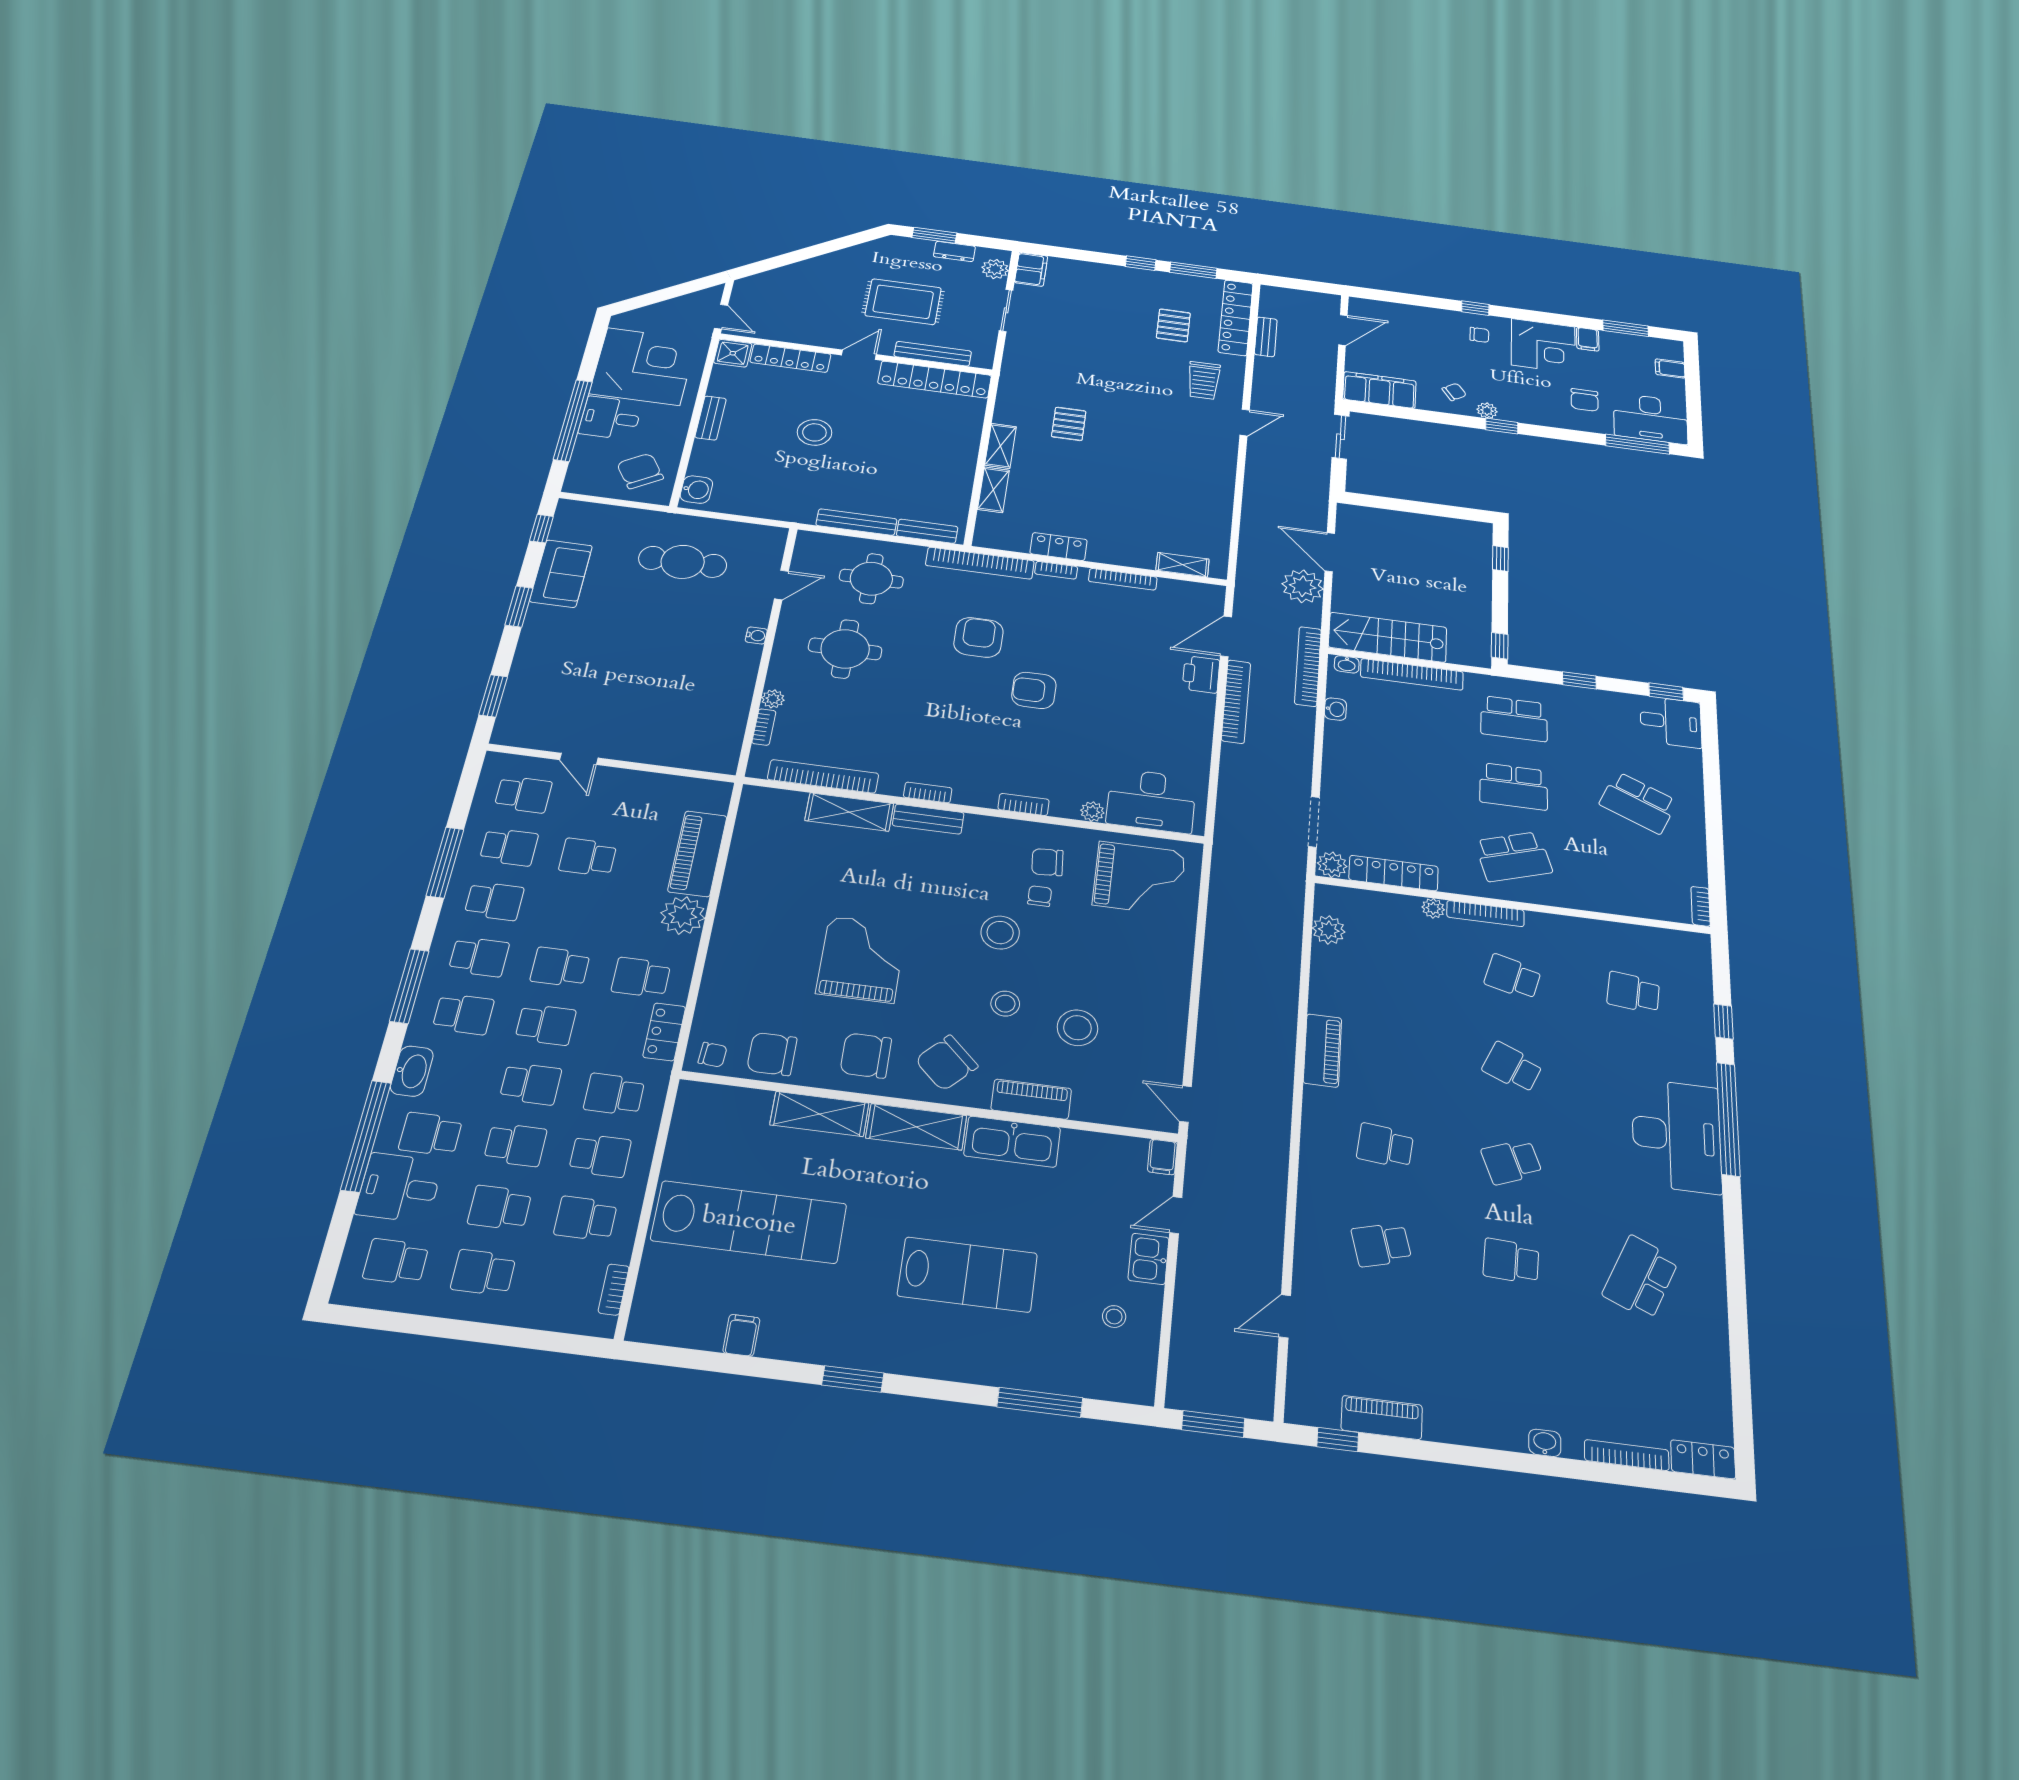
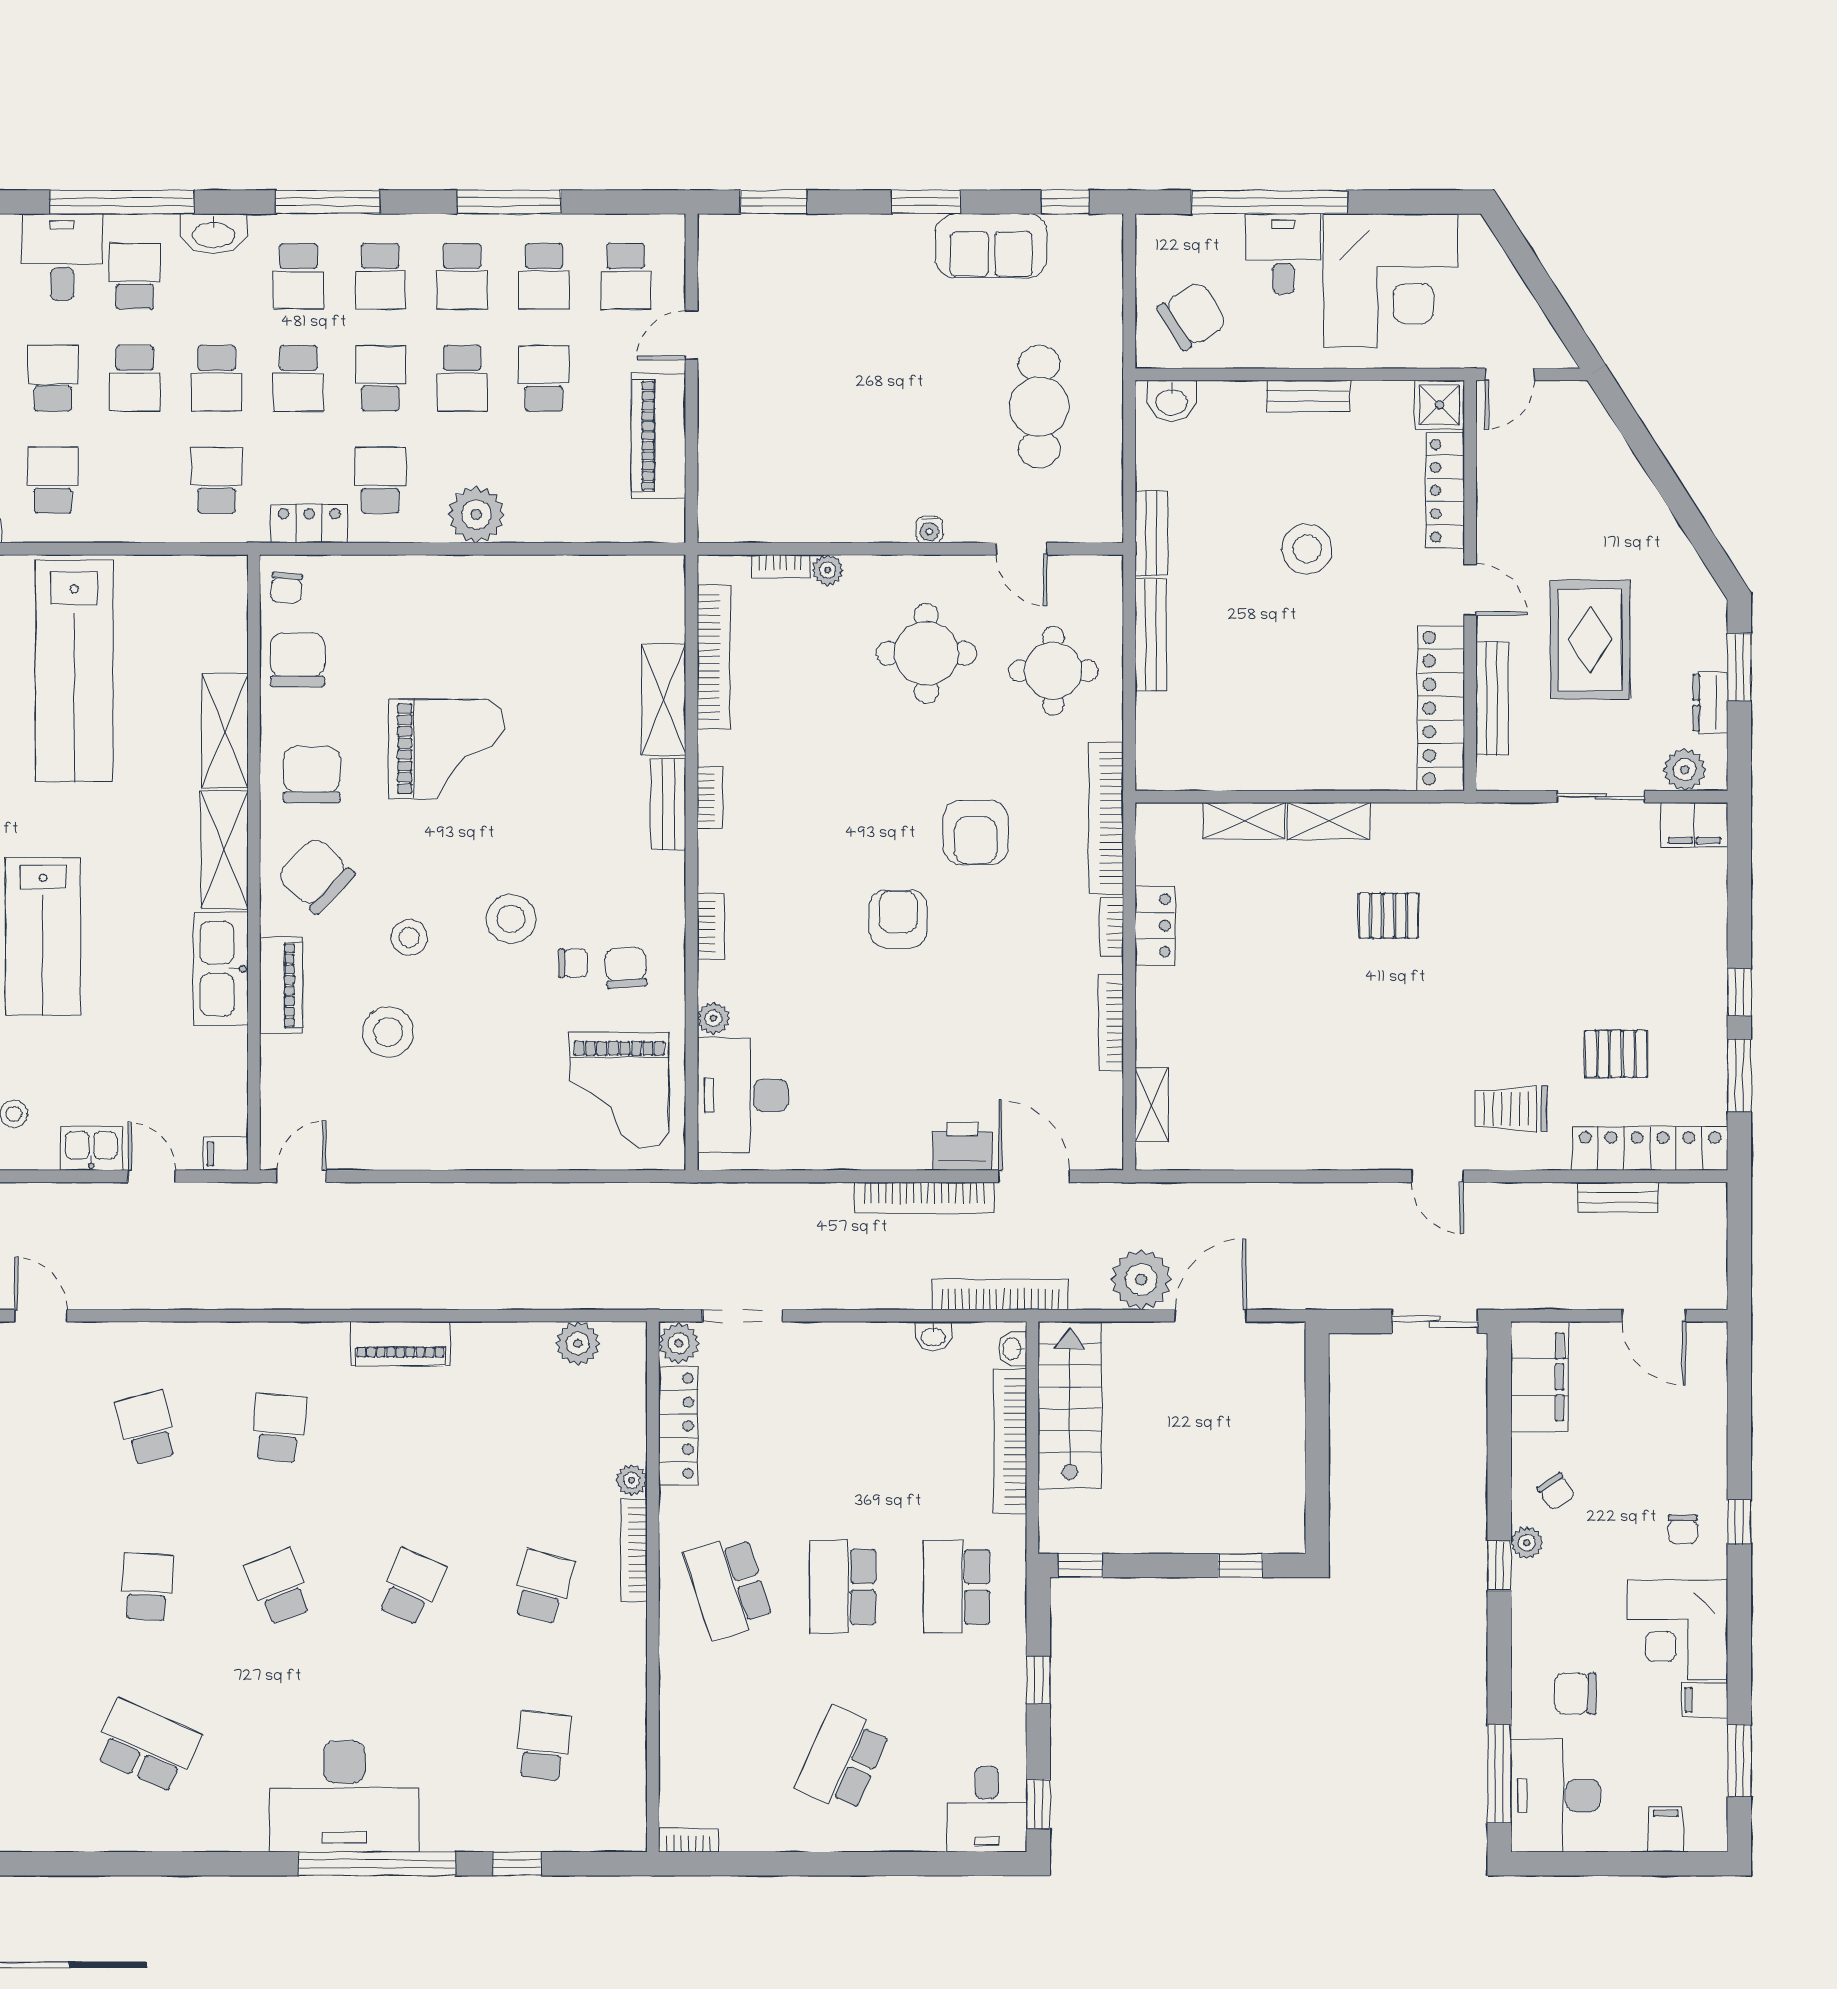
bench: (927, 531) -> (1151, 533), moved
armchair: (978, 637) -> (976, 832), turned 90
piano: (697, 854) -> (659, 436), moved, turned -90
school desk: (600, 1155) -> (462, 378), moved

